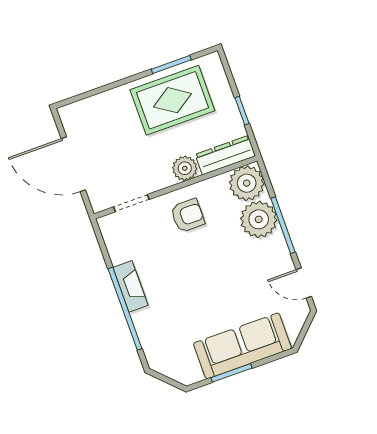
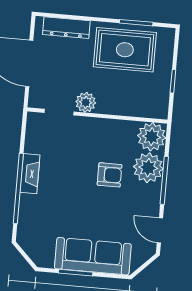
dresser: (225, 155) -> (66, 28), moved, turned 180
plant: (185, 168) -> (86, 102), moved
armchair: (188, 215) -> (110, 175), moved

